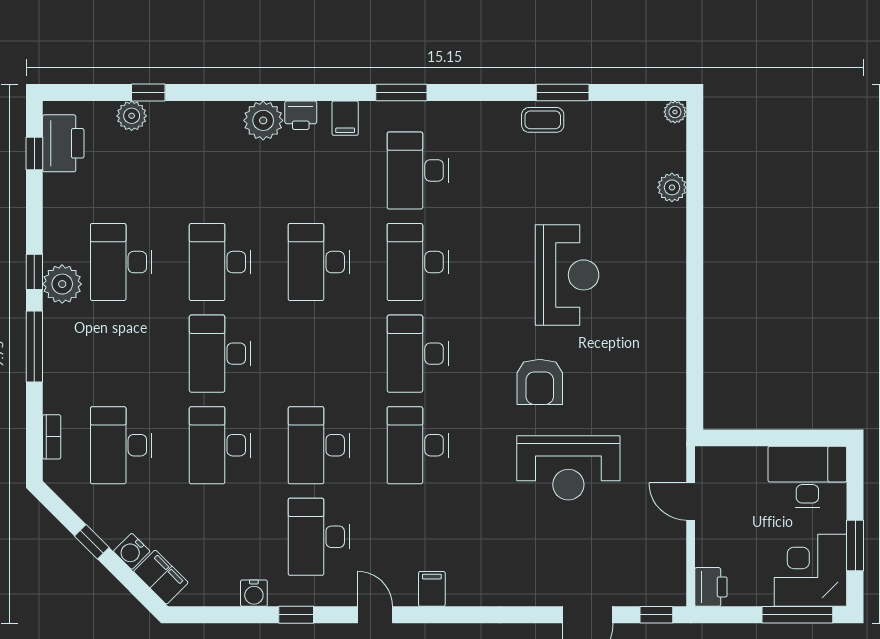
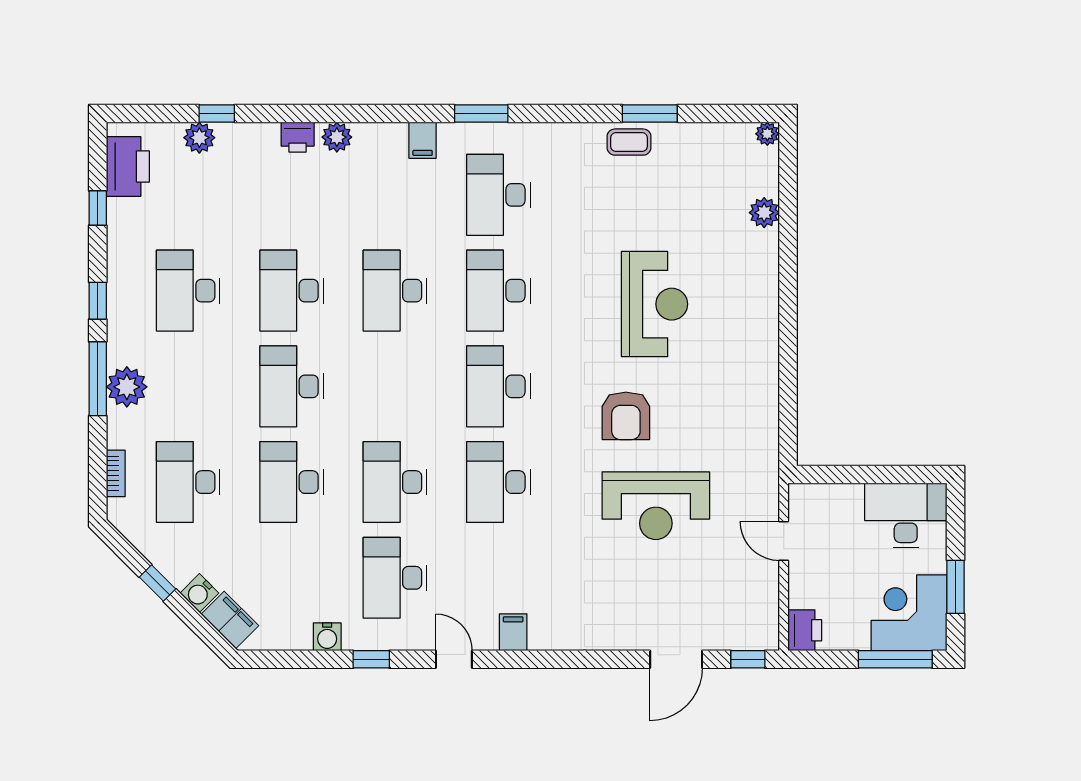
printer: (301, 115) -> (298, 137), moved
plant: (263, 120) -> (337, 137), width x0.73, depth x0.73
window: (34, 153) -> (98, 208), moved
plant: (62, 284) -> (127, 387), moved

